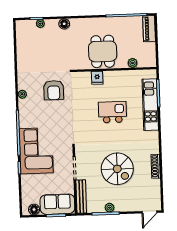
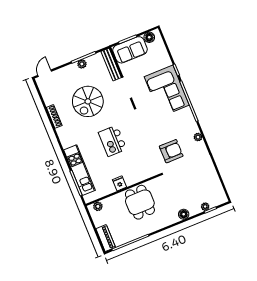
plant: (133, 63) -> (98, 206), moved
fridge: (97, 78) -> (119, 183), moved
armchair: (54, 90) -> (171, 151), turned 90
kitchen island: (112, 112) -> (113, 141), moved, turned 90
spiral stairs: (117, 169) -> (88, 101), turned -90

